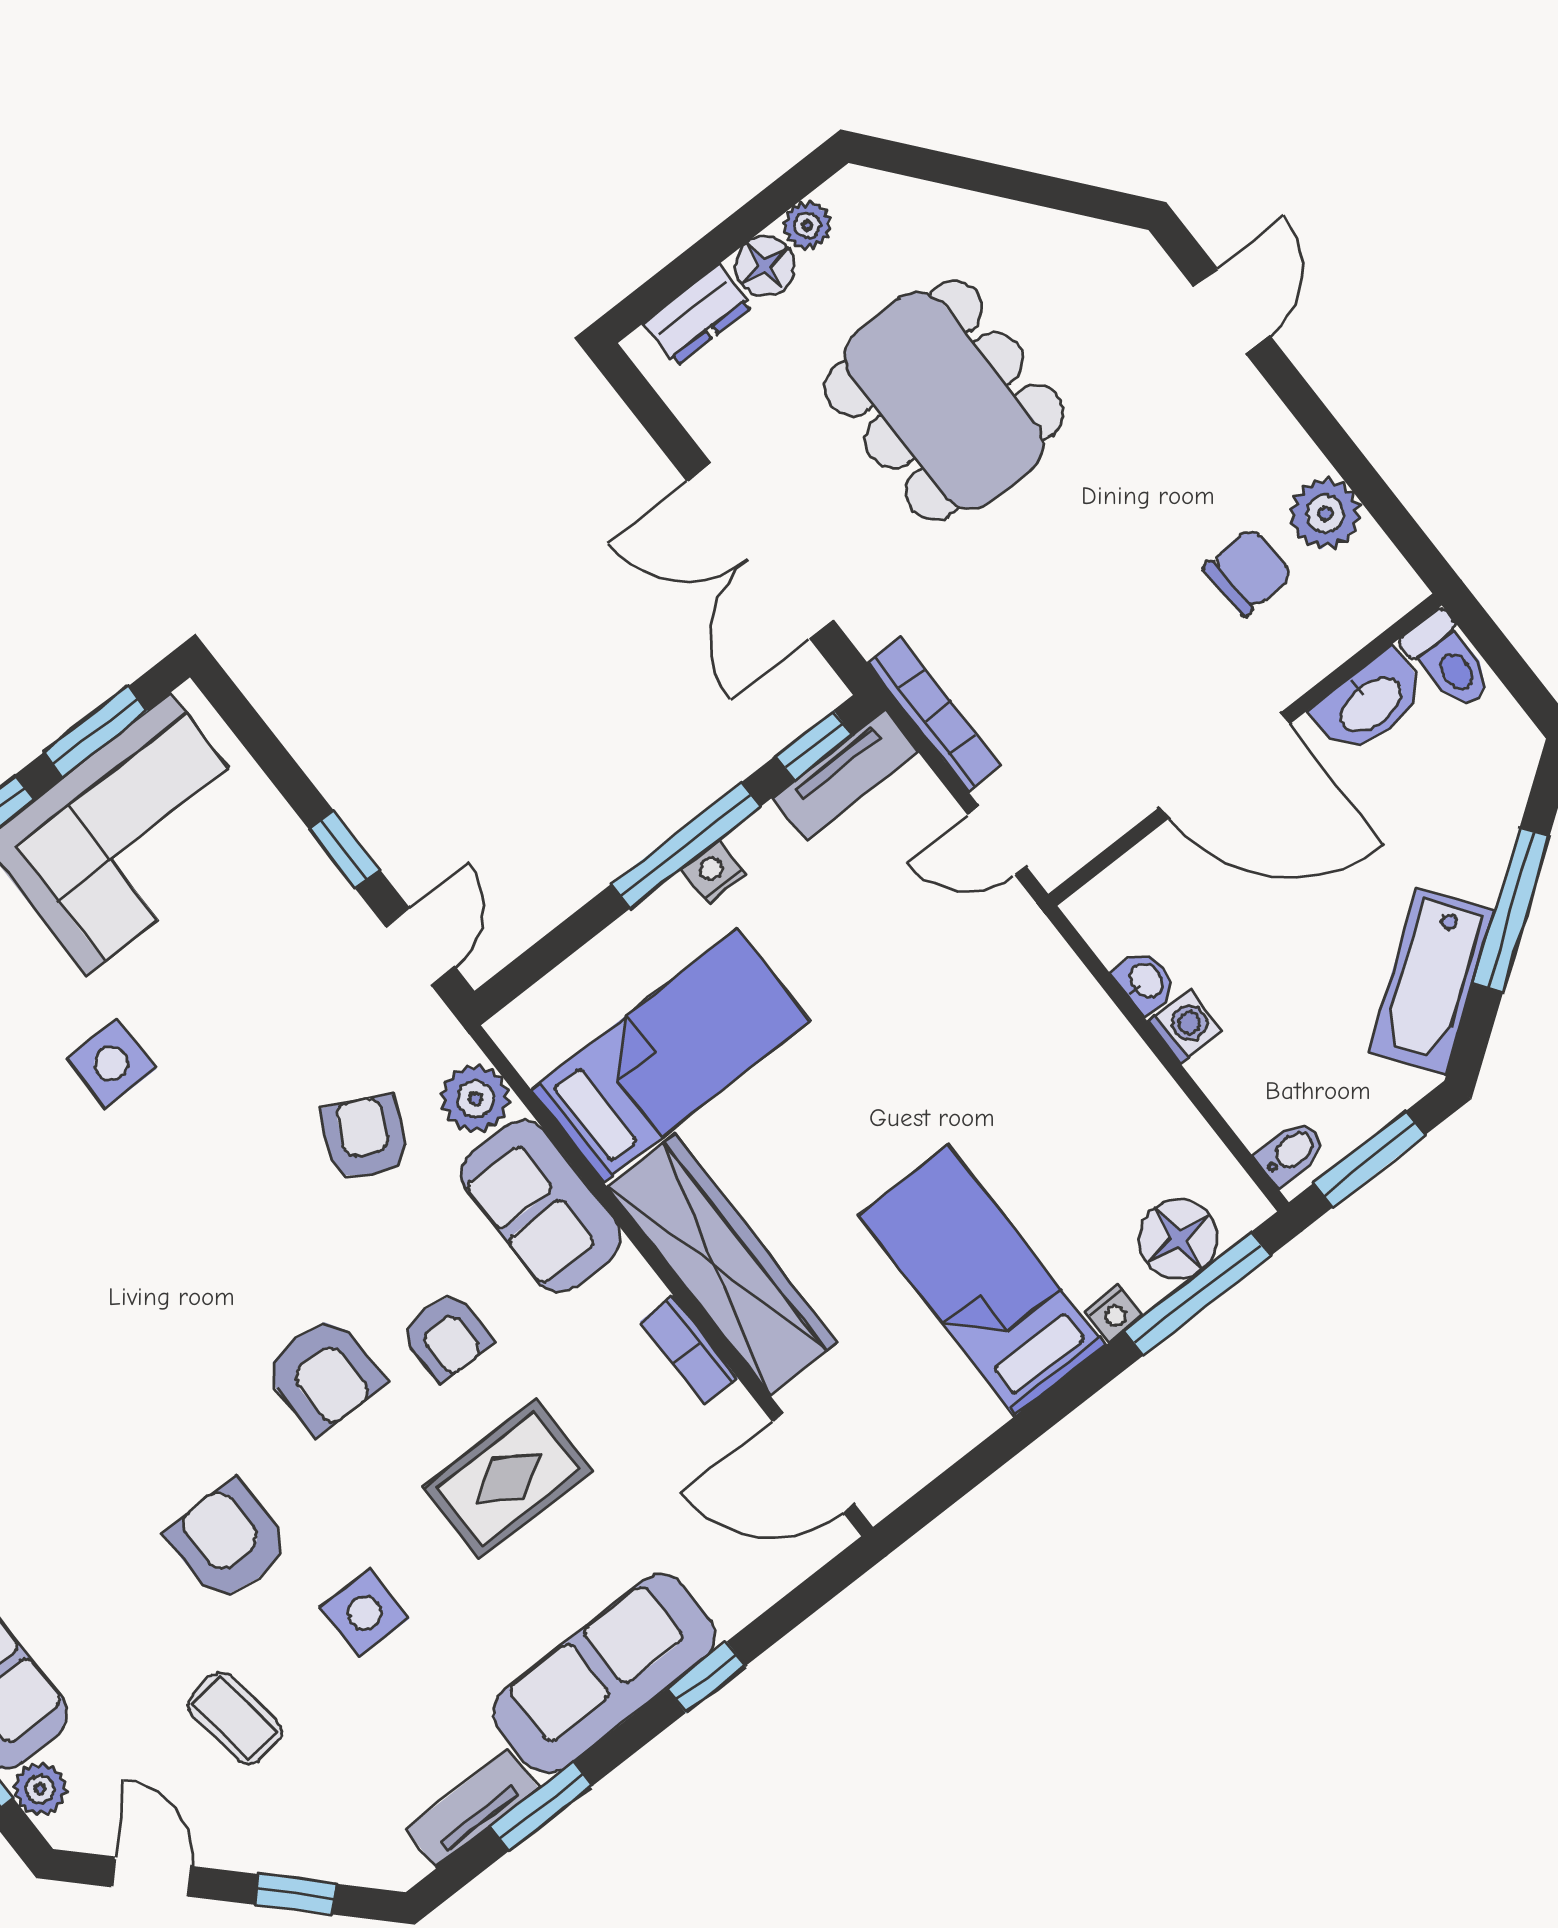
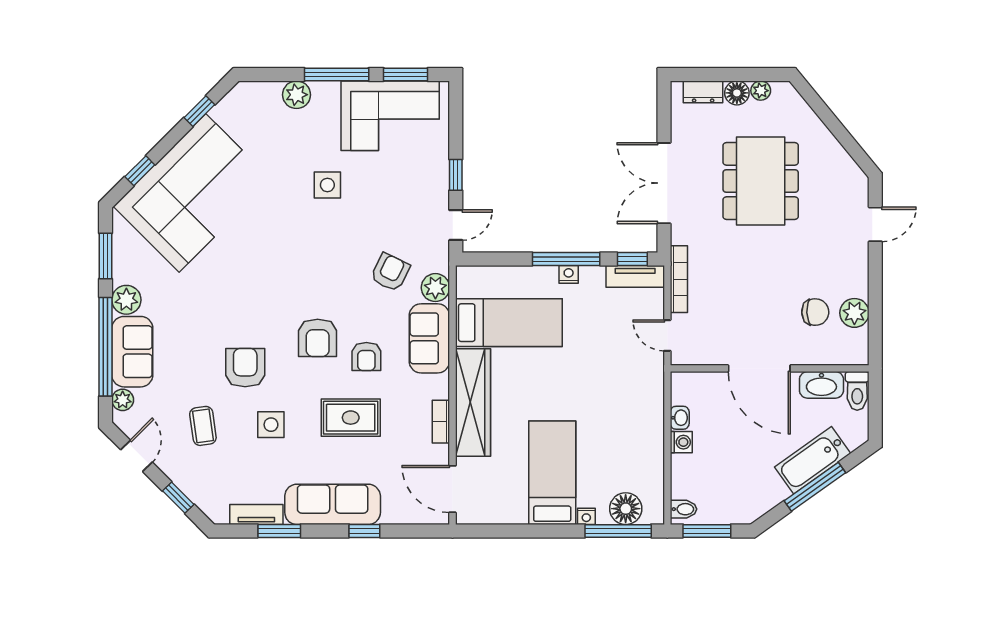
bathtub: (1432, 982) -> (813, 460), moved

